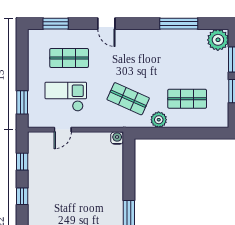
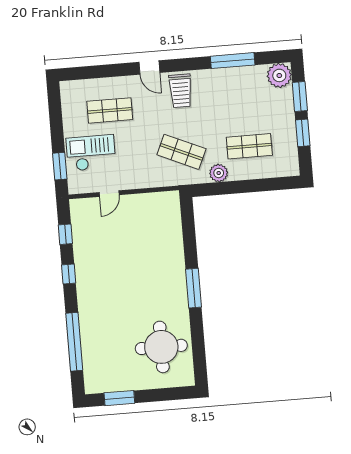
window: (56, 24) -> (91, 72), removed
trolley: (132, 46) -> (181, 91), added
checkout: (66, 97) -> (91, 153), moved
water cooler: (117, 138) -> (172, 198), removed

